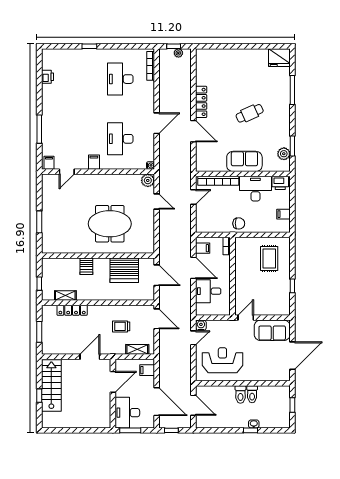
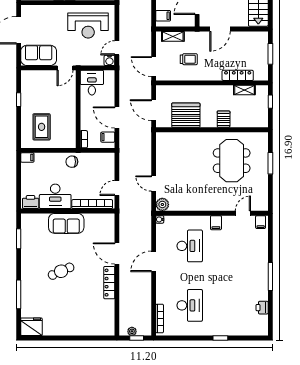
window: (39, 129) -> (270, 276), moved
plant: (284, 154) -> (27, 231), removed
filing cabinet: (283, 214) -> (27, 158), moved
meeting table: (110, 224) -> (232, 161), moved, turned 90
desk: (208, 291) -> (92, 83), moved, turned -90

